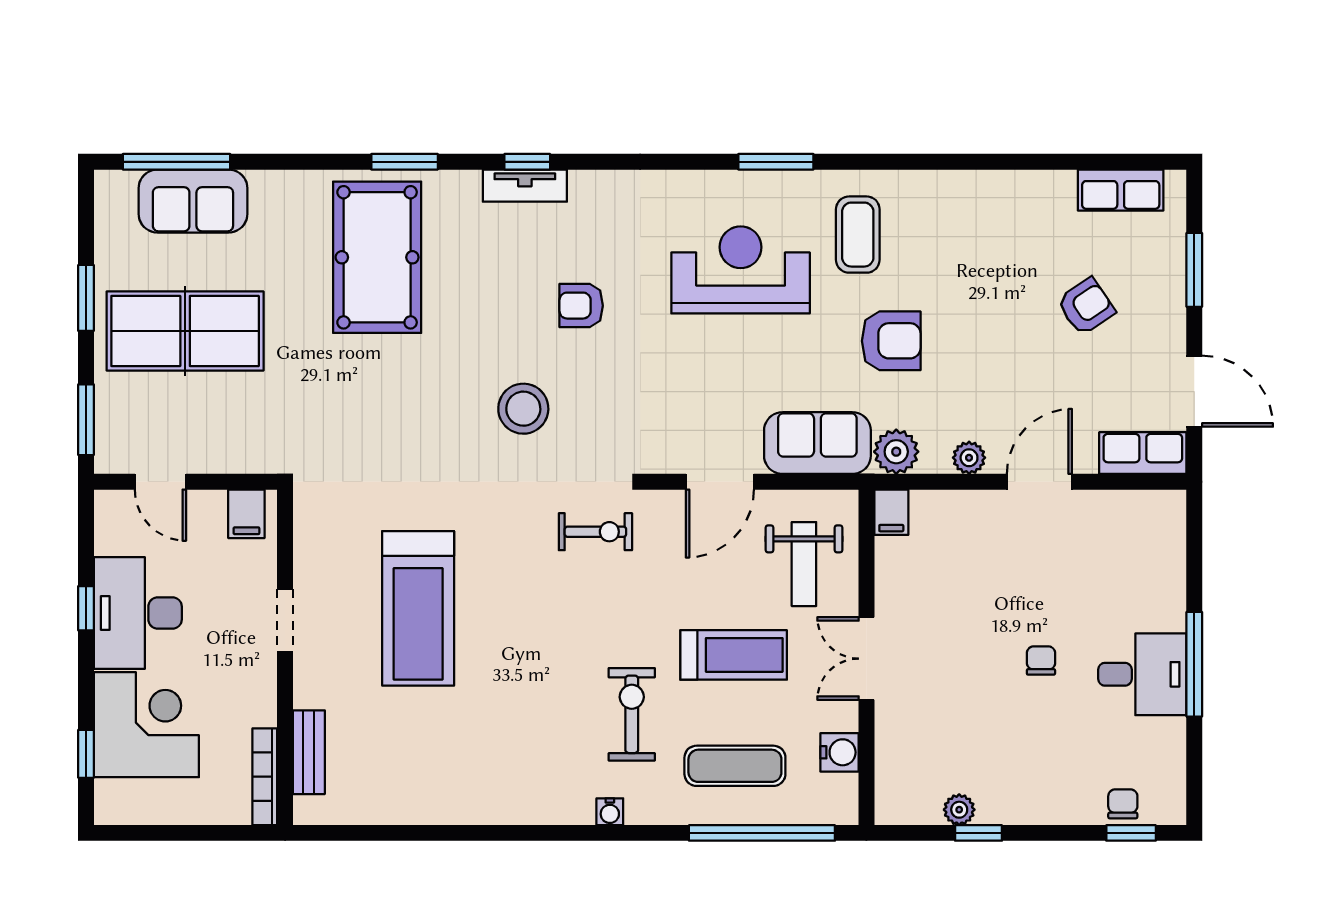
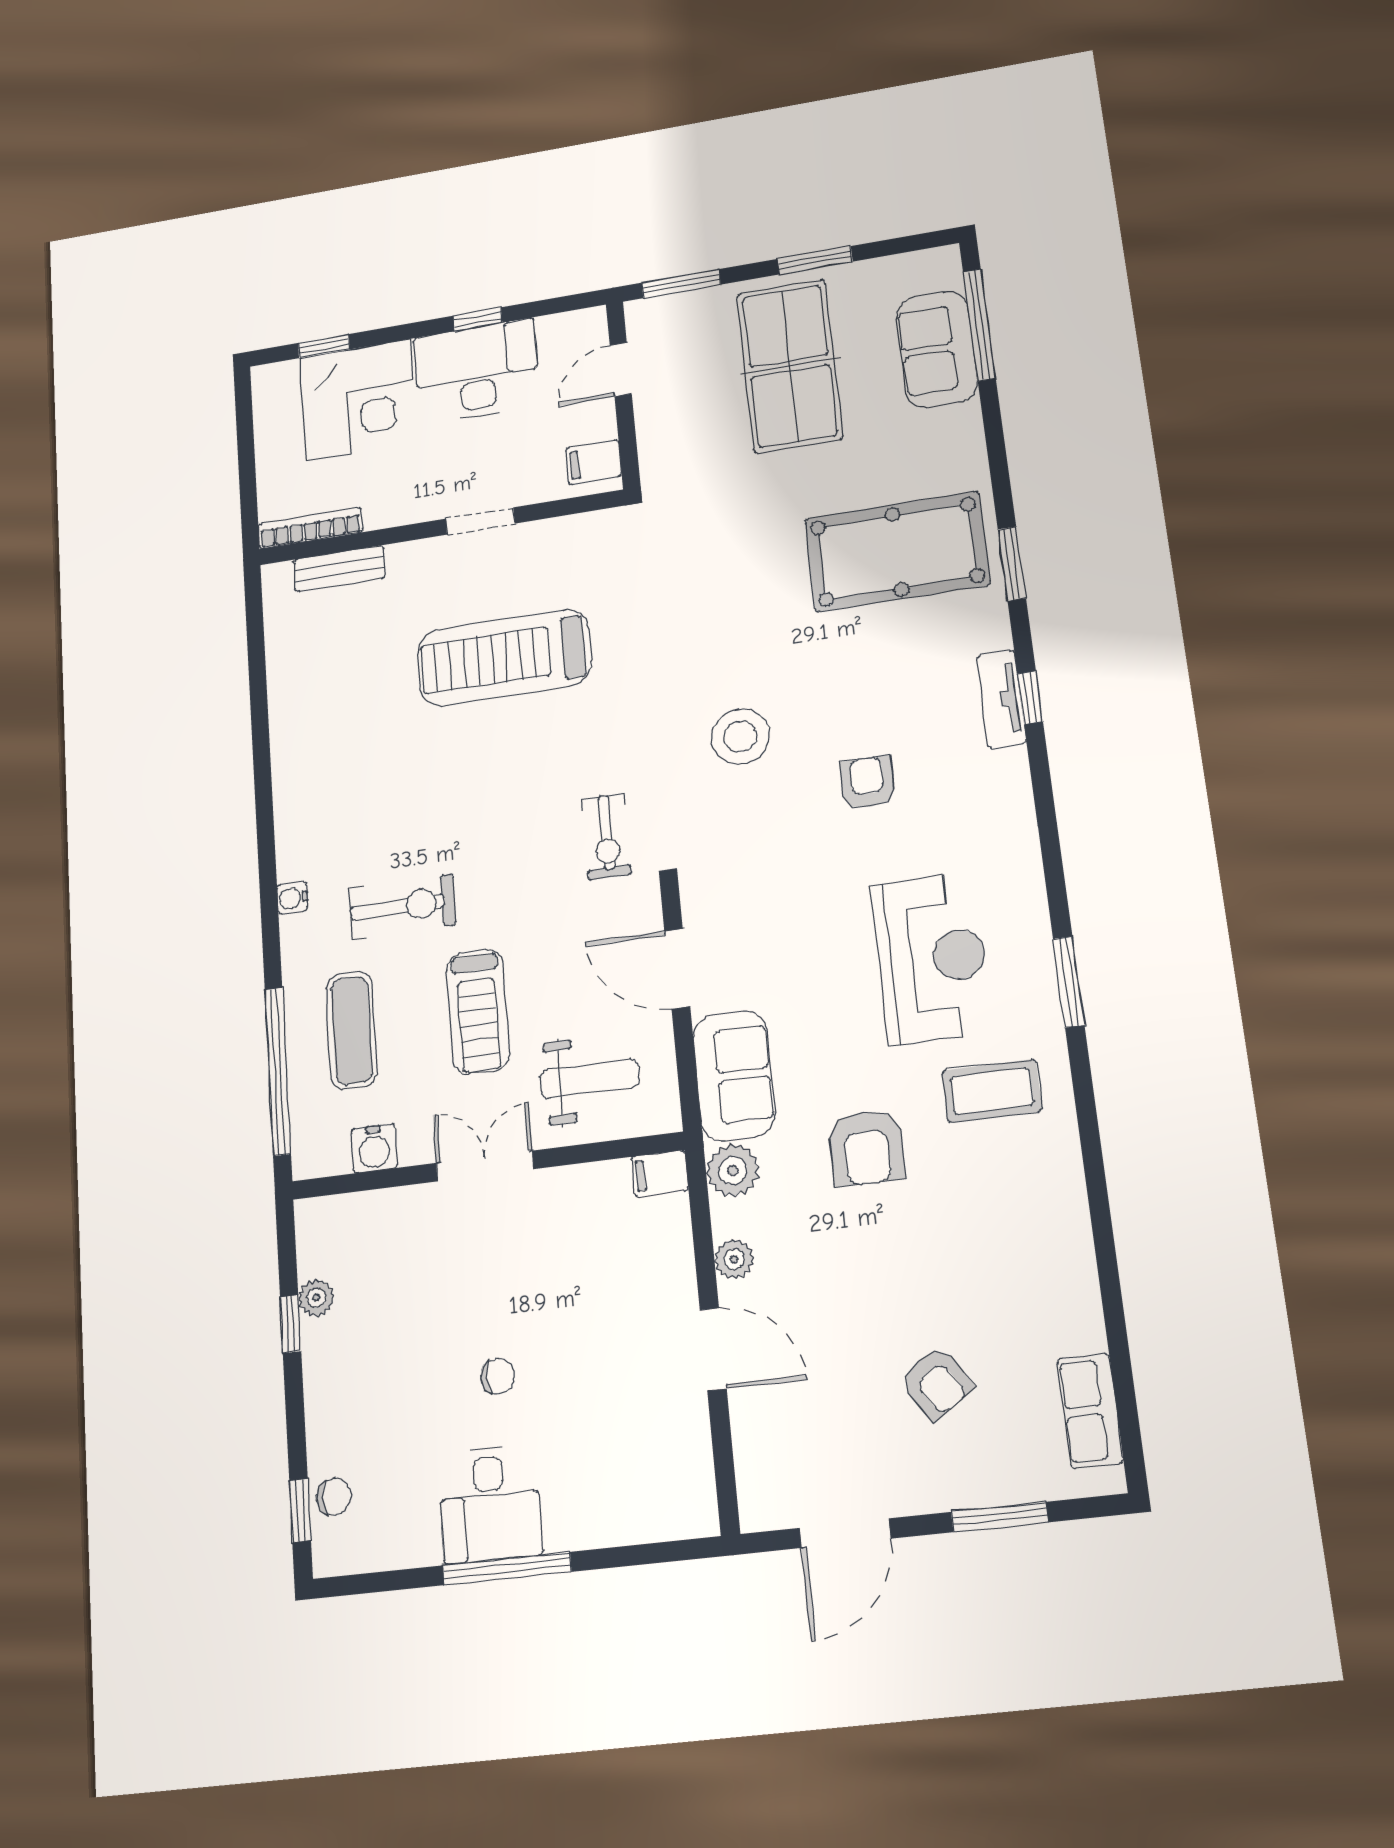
row of seats: (1143, 453) -> (761, 1475), removed
weight bench: (804, 564) -> (589, 1079), turned 180

